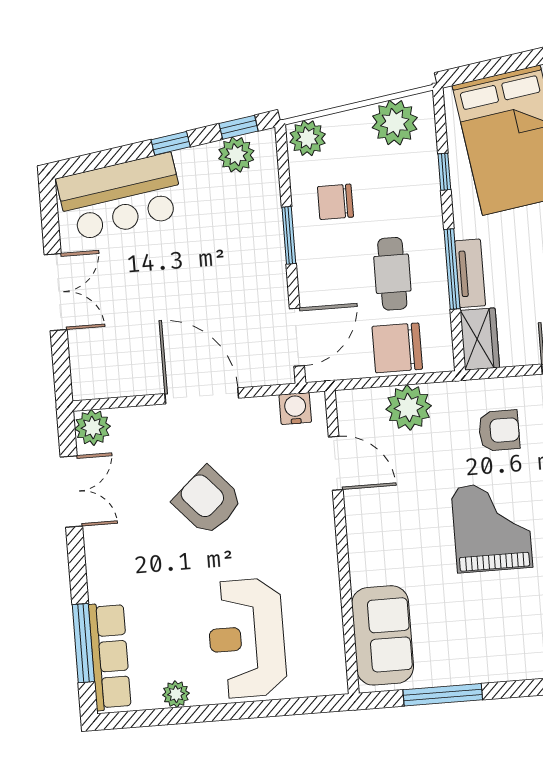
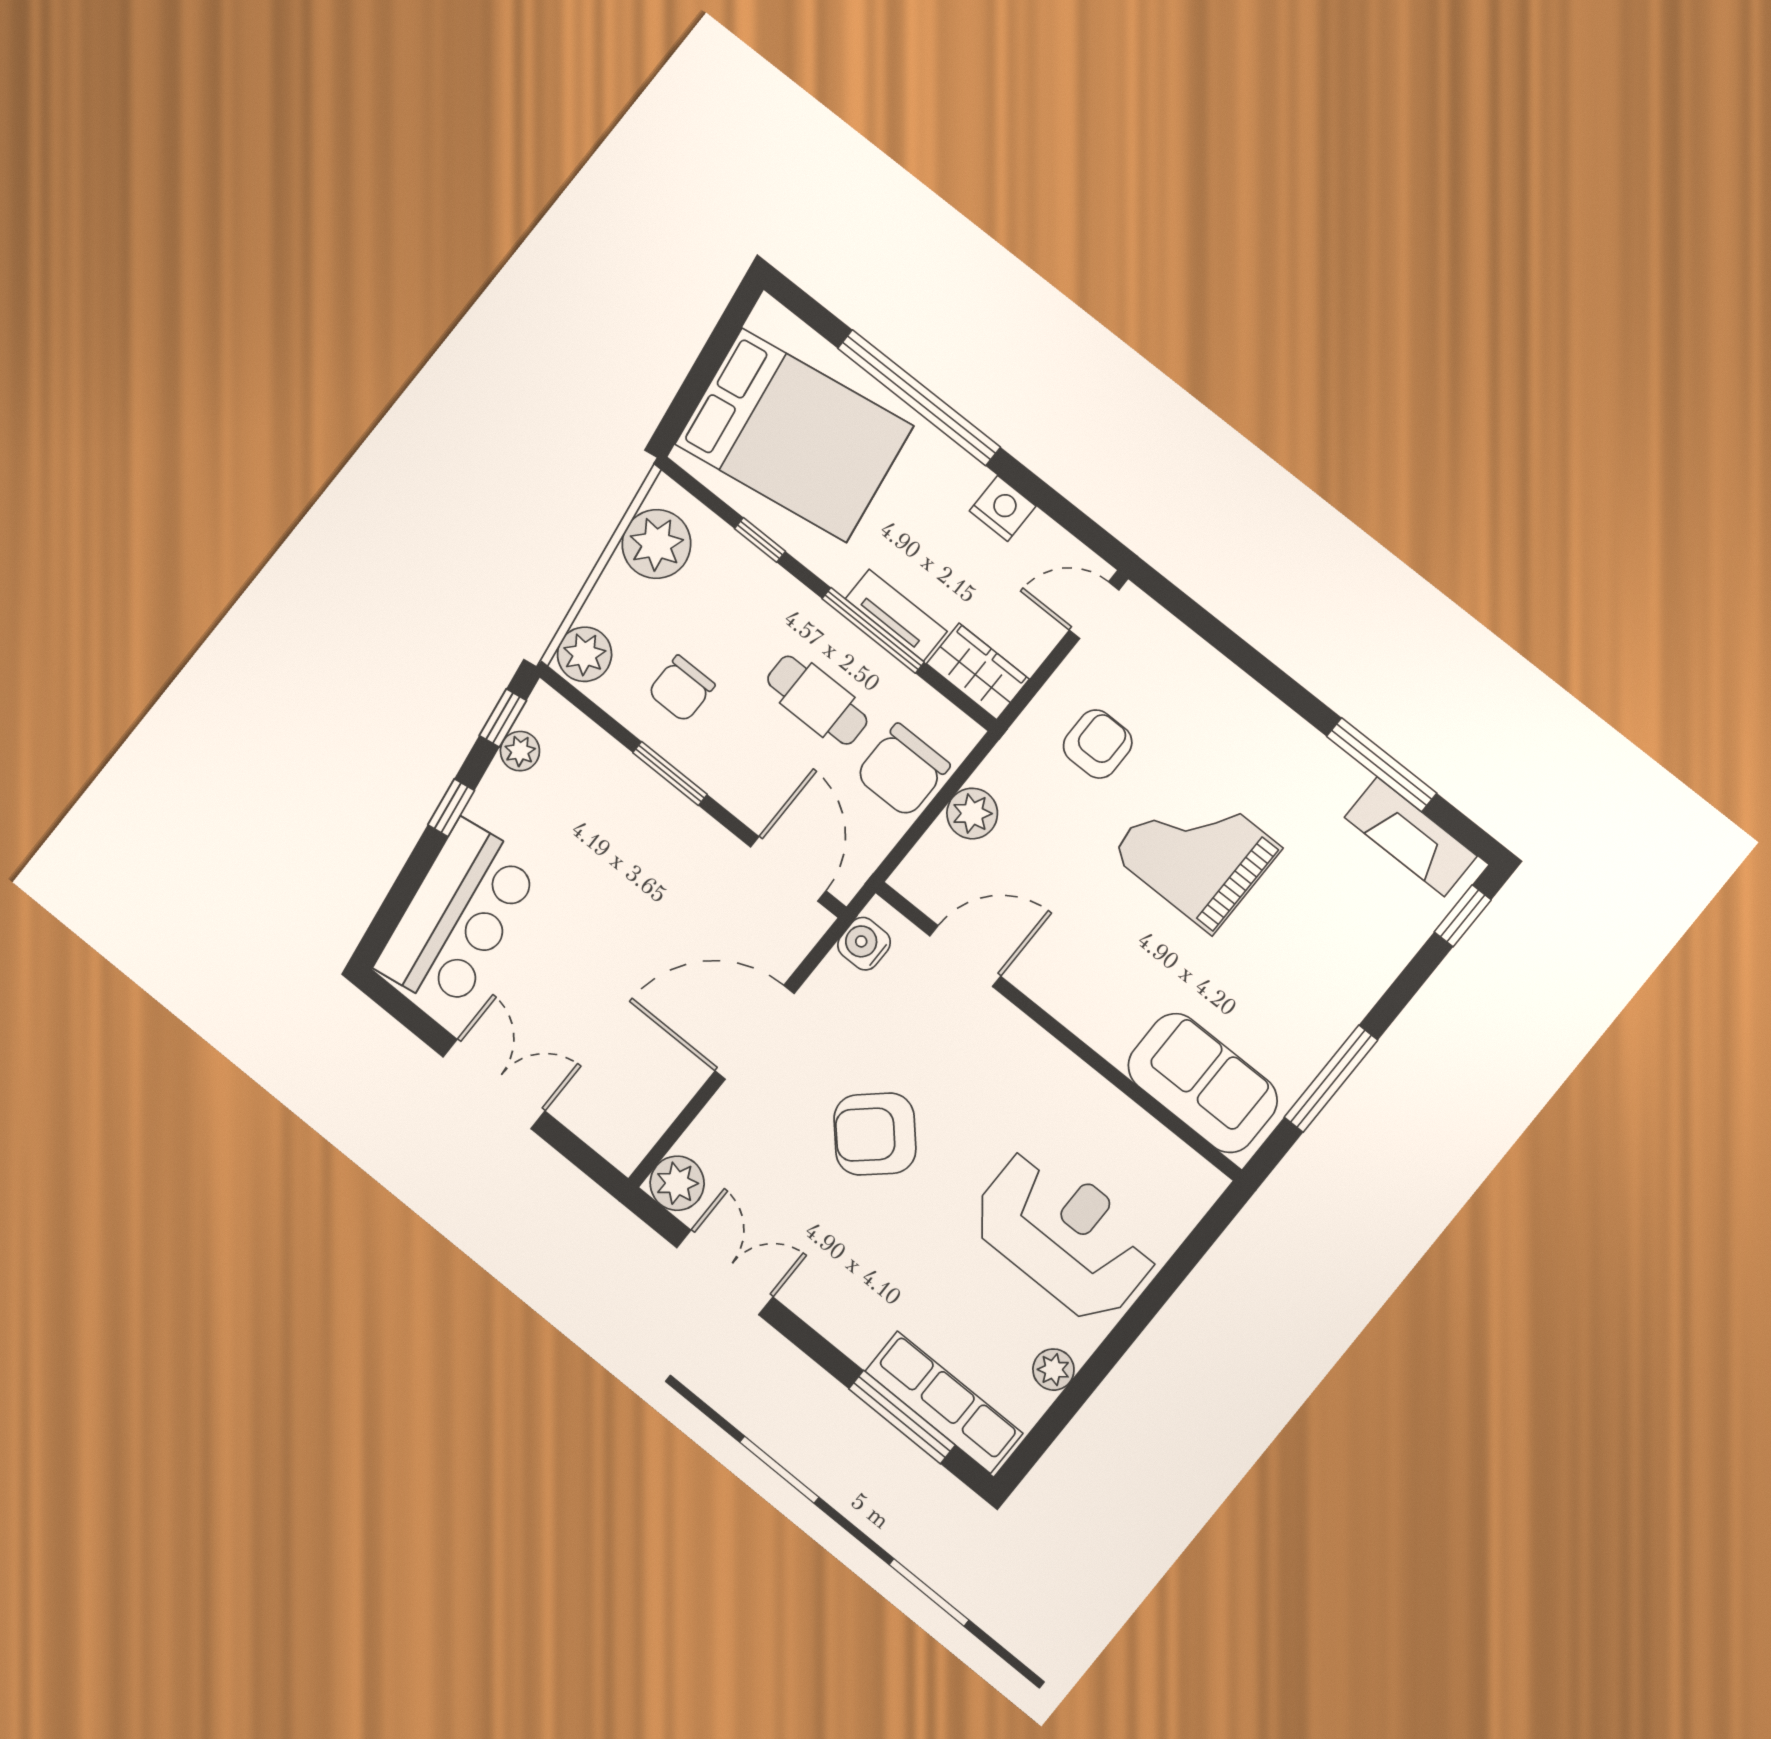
plant: (236, 155) -> (520, 751), width x0.73, depth x0.73
plant: (409, 408) -> (972, 814), width x0.73, depth x0.73
reception desk: (247, 638) -> (1065, 1234), turned 180

